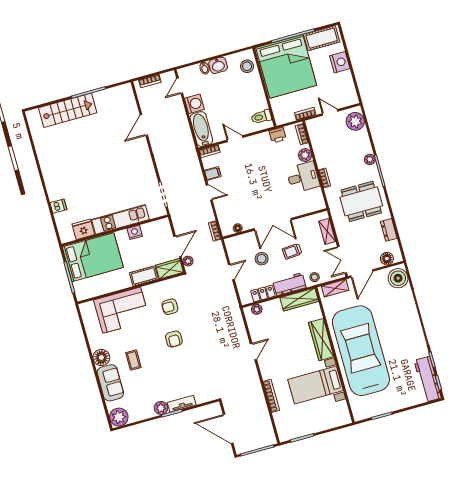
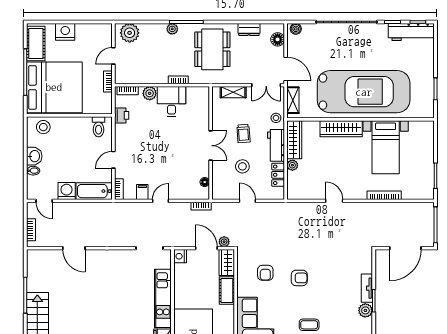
double door: (273, 224) -> (211, 146), width x0.73
nightstand: (135, 232) -> (180, 256), moved
boiler: (398, 278) -> (296, 29), width x0.54, depth x0.54
plant: (257, 309) -> (292, 165), moved
car: (361, 351) -> (364, 92), turned 180

